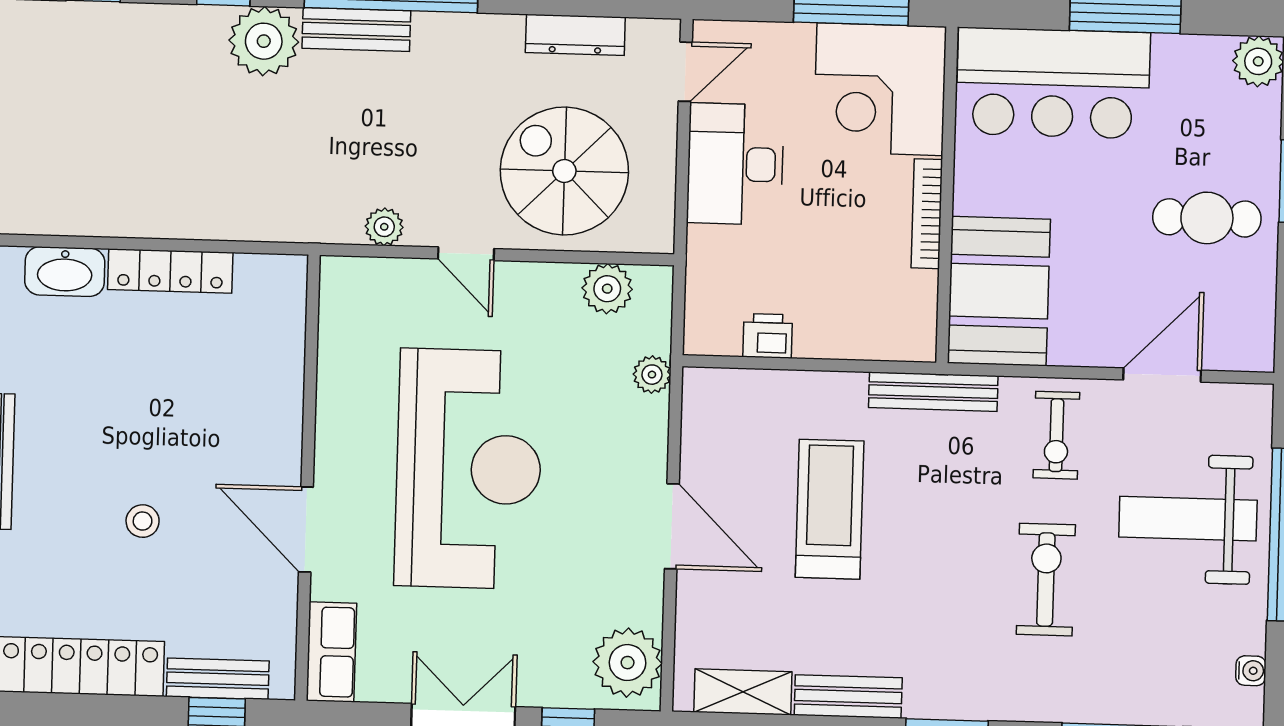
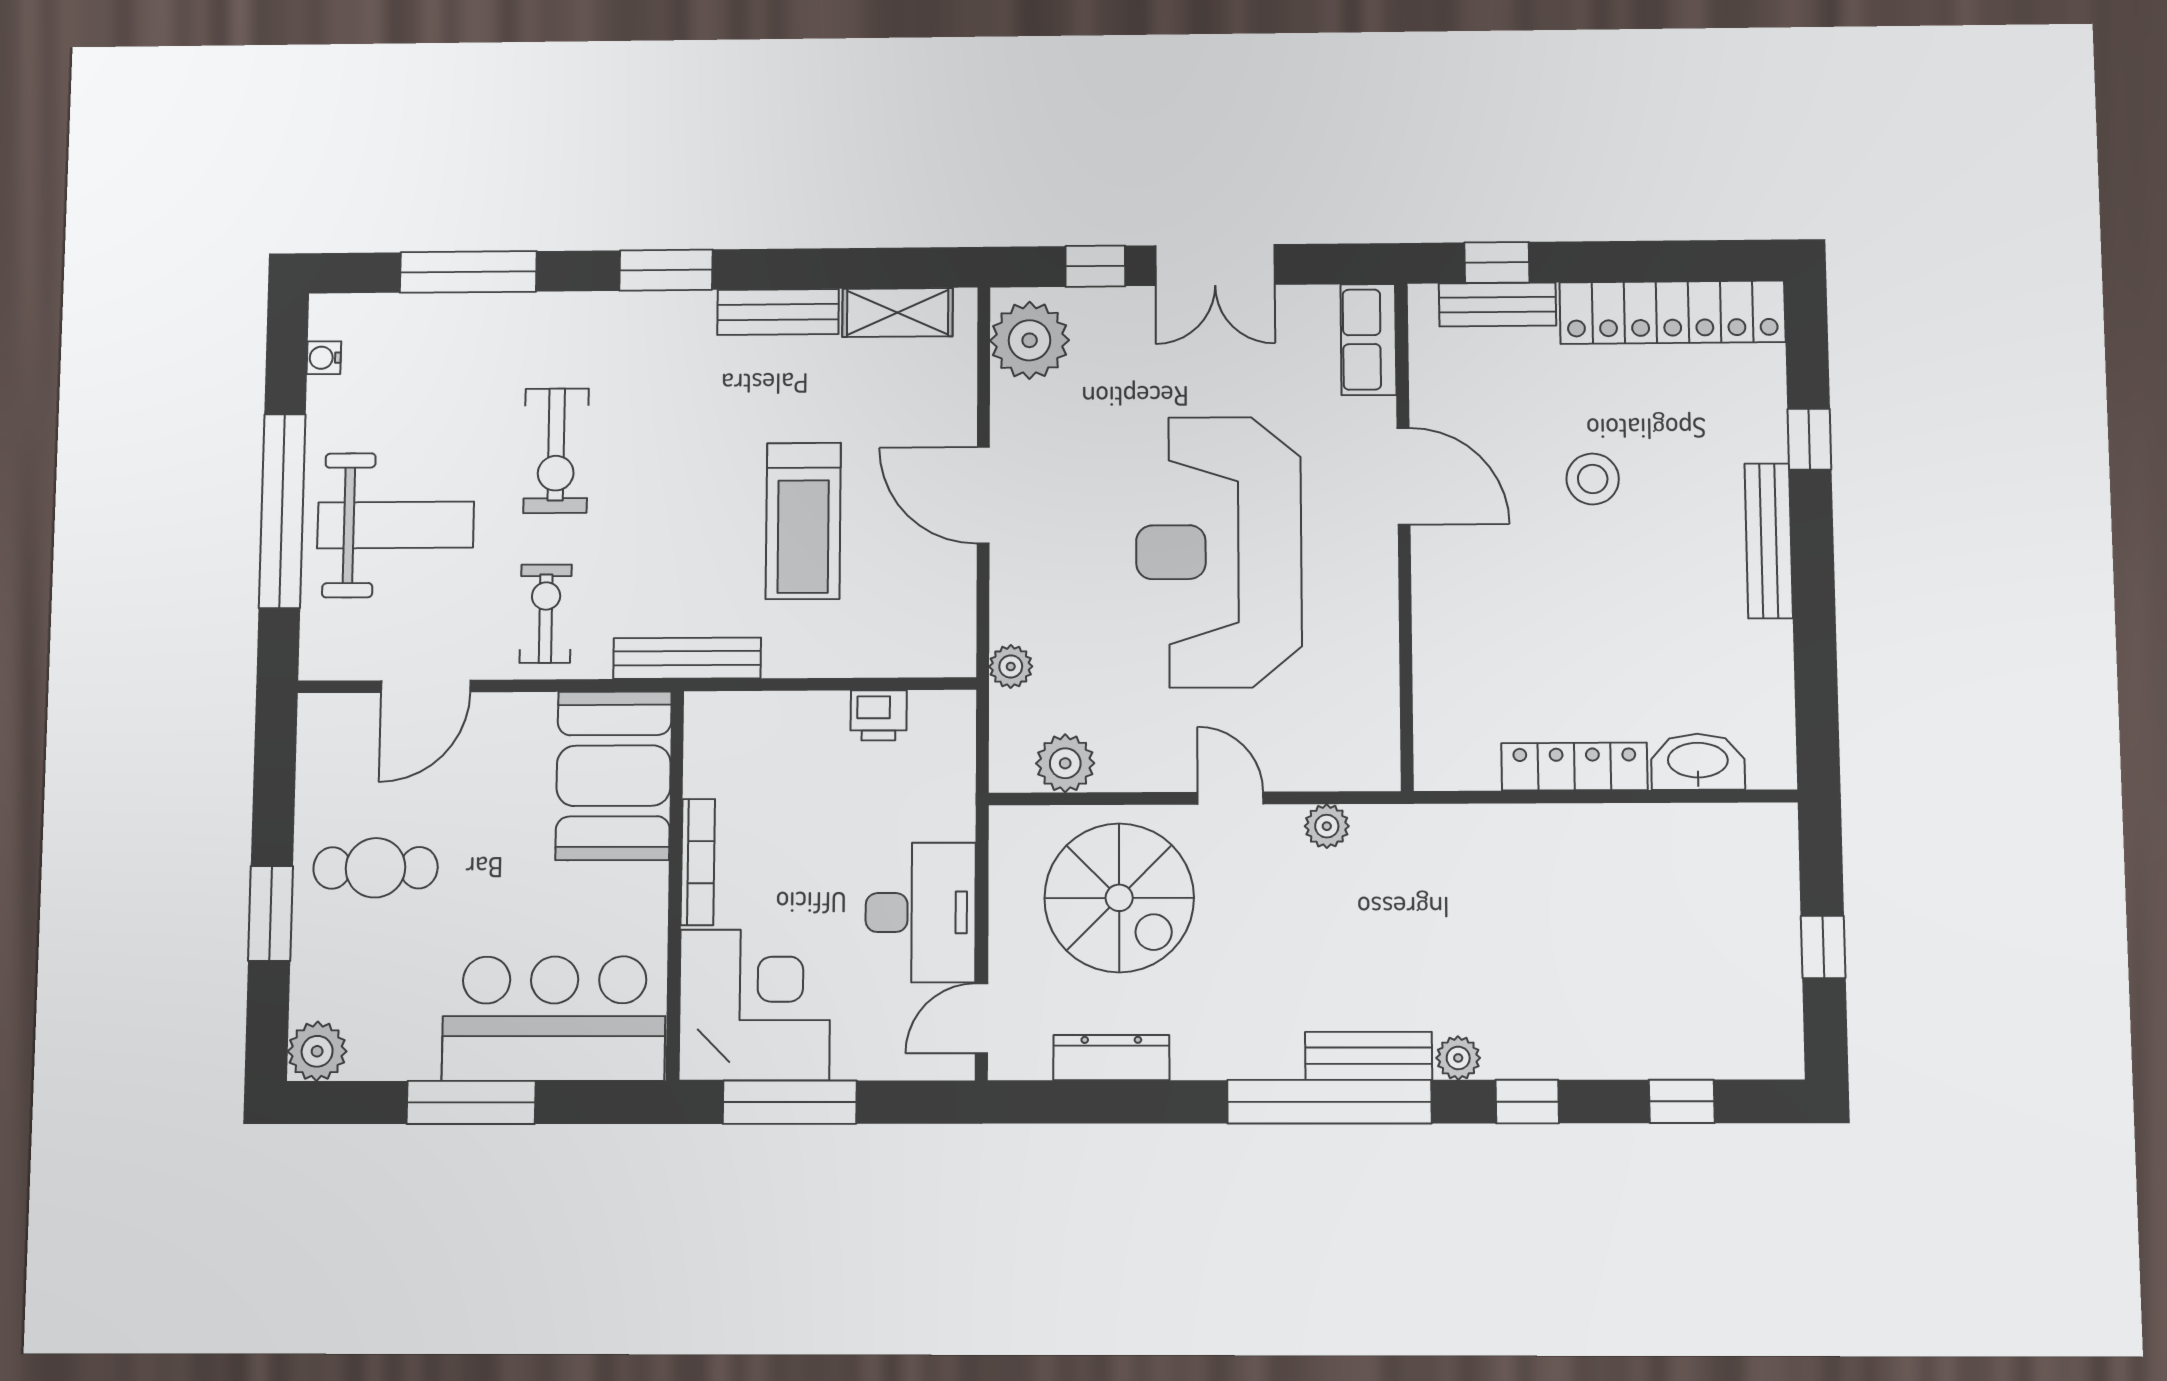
plant: (264, 41) -> (1458, 1058), width x0.53, depth x0.53
stool: (143, 521) -> (1593, 479), width x1.37, depth x1.37

